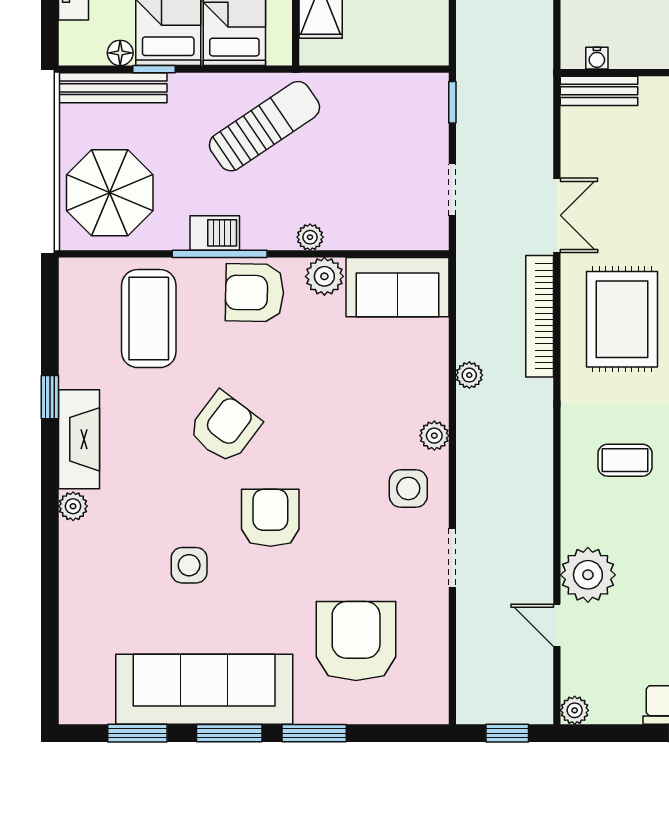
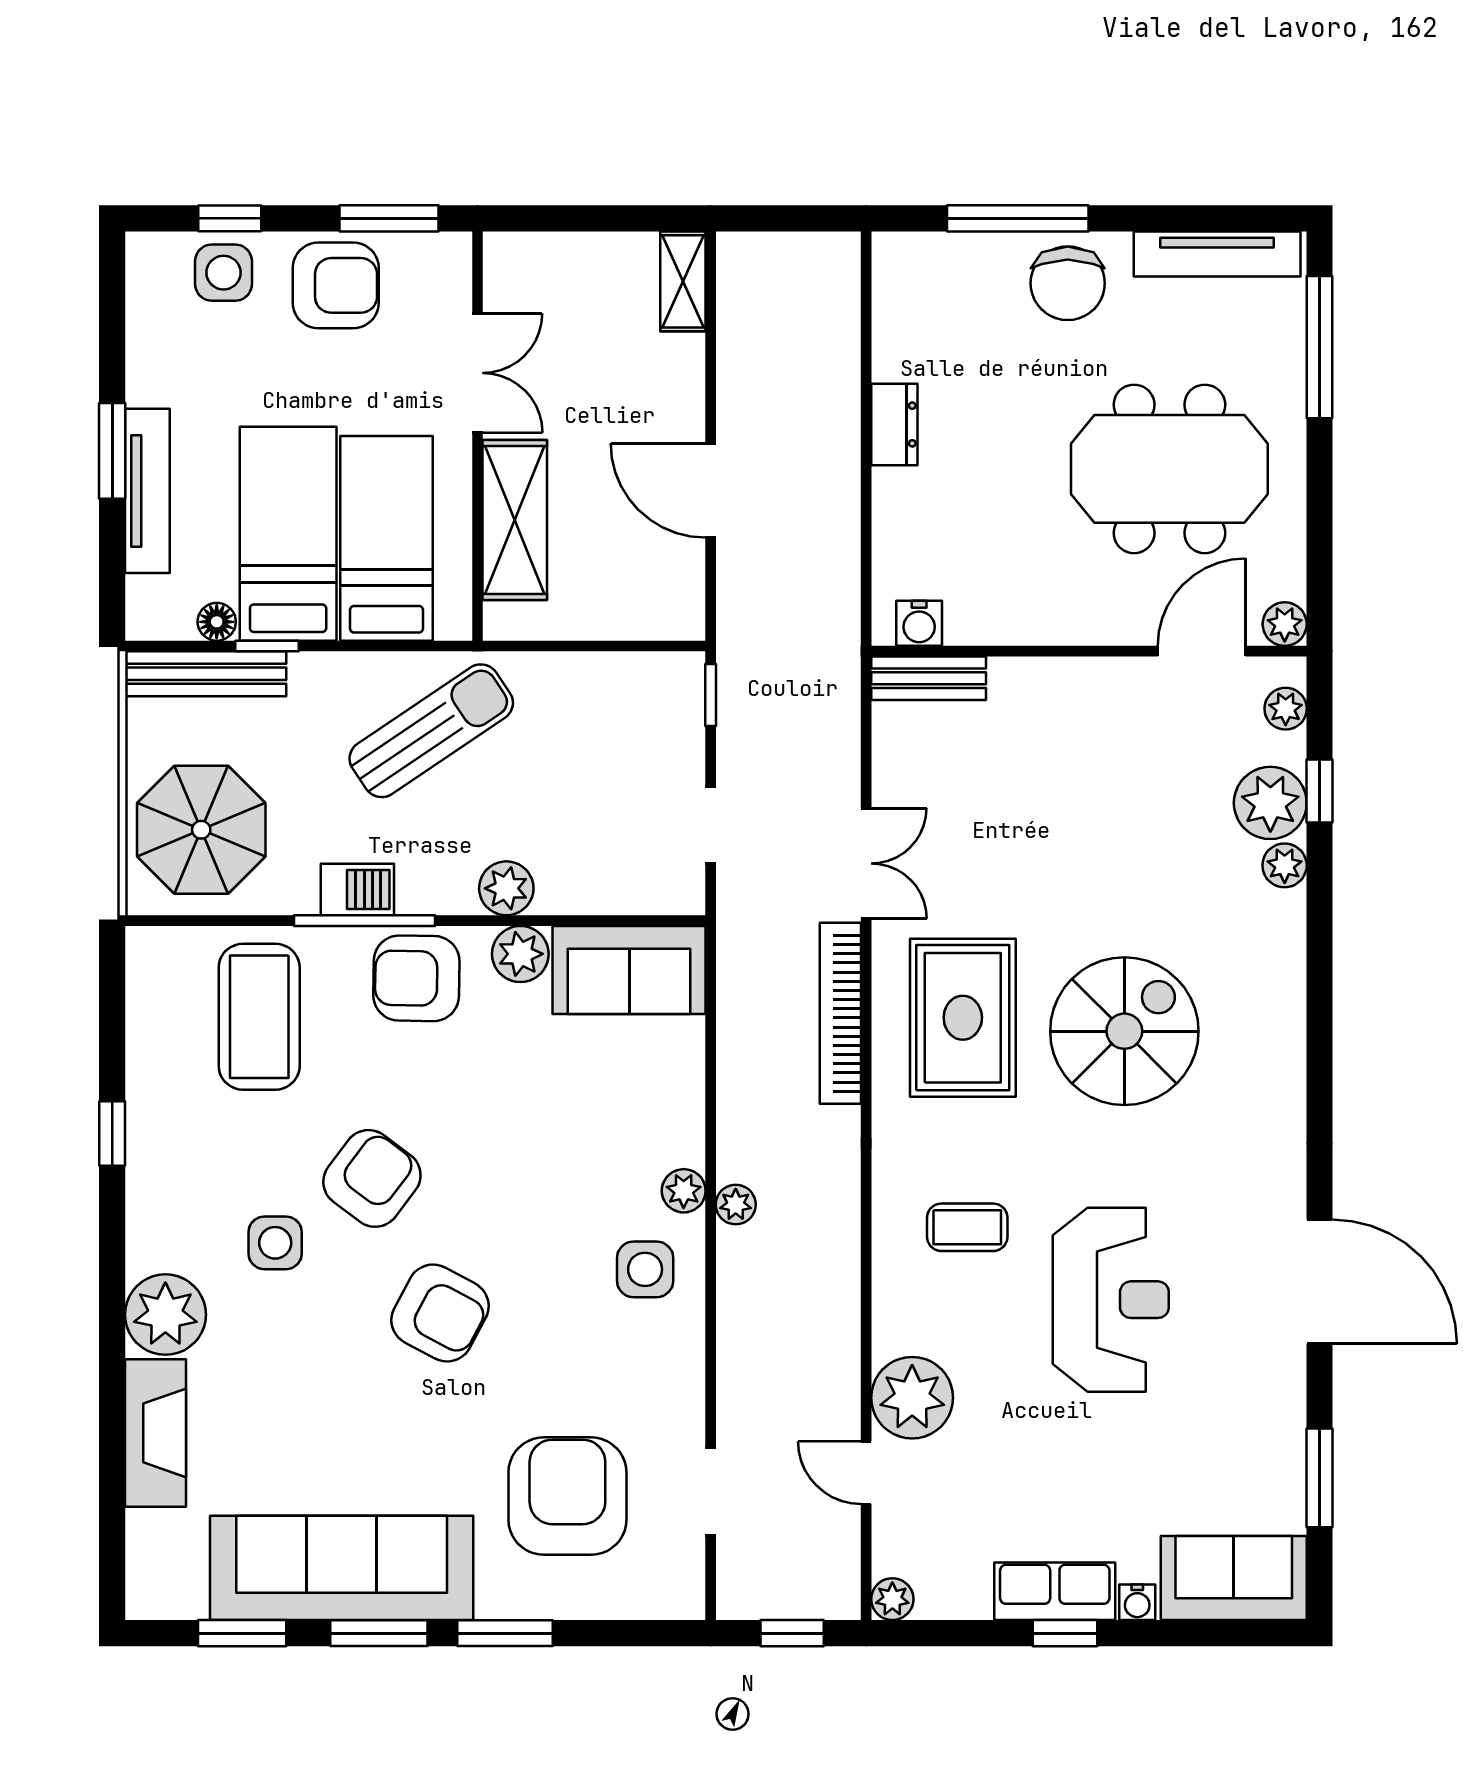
water cooler: (597, 58) -> (919, 623), width x1.38, depth x1.38
plant: (310, 237) -> (506, 888), width x1.38, depth x1.38
plant: (469, 375) -> (736, 1205), moved
fireplace: (79, 439) -> (155, 1433), moved
plant: (73, 506) -> (165, 1315), width x1.88, depth x1.88
armchair: (270, 518) -> (440, 1313), turned 118
doorway: (452, 558) -> (711, 1492), moved
side table: (189, 565) -> (275, 1243), moved

